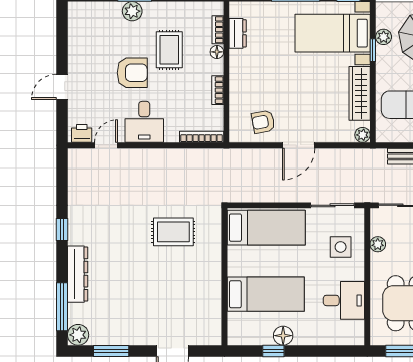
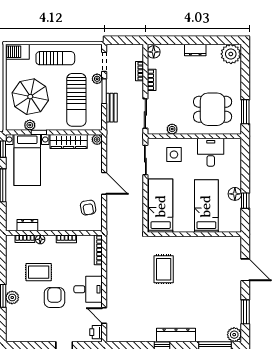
dresser: (78, 274) -> (176, 335), moved

